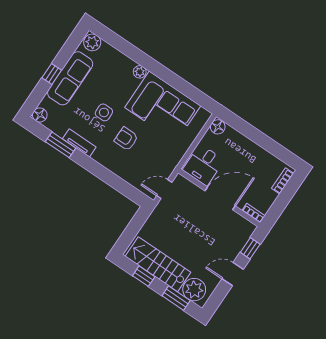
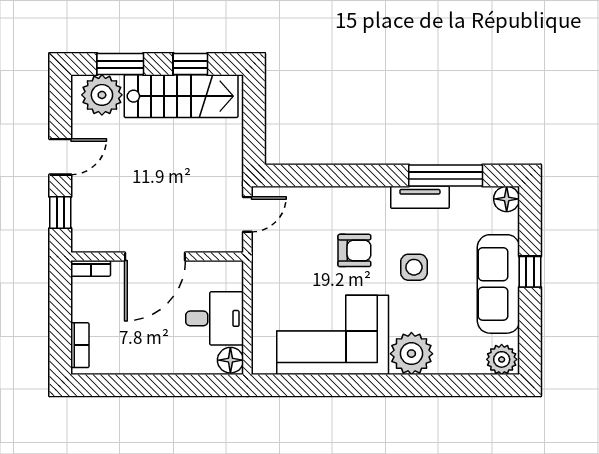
plant: (140, 72) -> (411, 354), width x1.88, depth x1.88
window: (61, 145) -> (446, 176), width x1.44
desk: (203, 165) -> (215, 318), moved, turned 90

